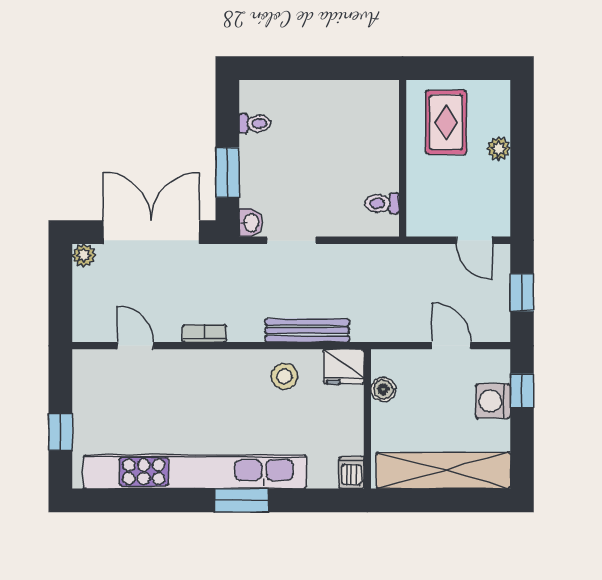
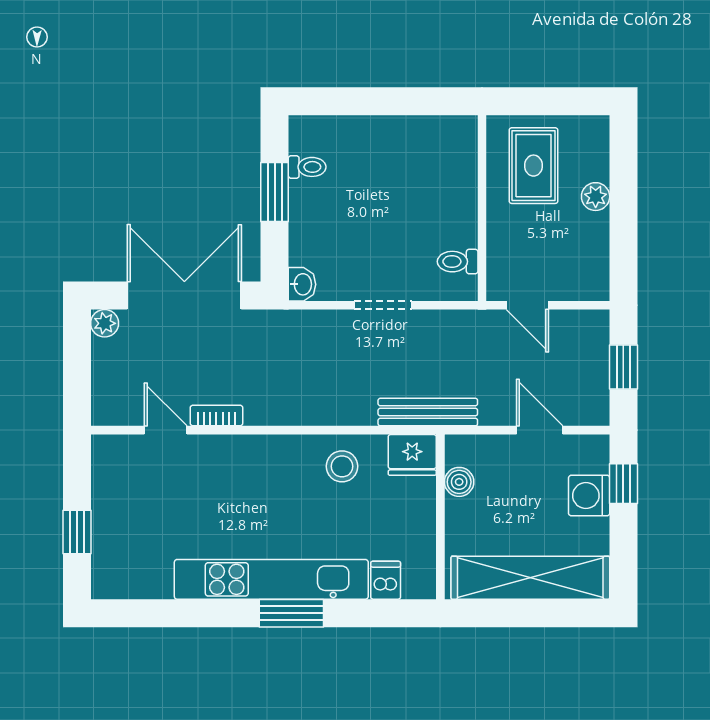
window: (227, 172) -> (275, 192), moved
doorway: (291, 240) -> (383, 305), moved
door: (474, 240) -> (527, 305), moved
bench: (307, 330) -> (428, 412), moved
bookcase: (204, 333) -> (216, 416), moved
kitchen unit: (195, 472) -> (271, 579), width x0.73
dishwasher: (351, 472) -> (386, 580), moved

